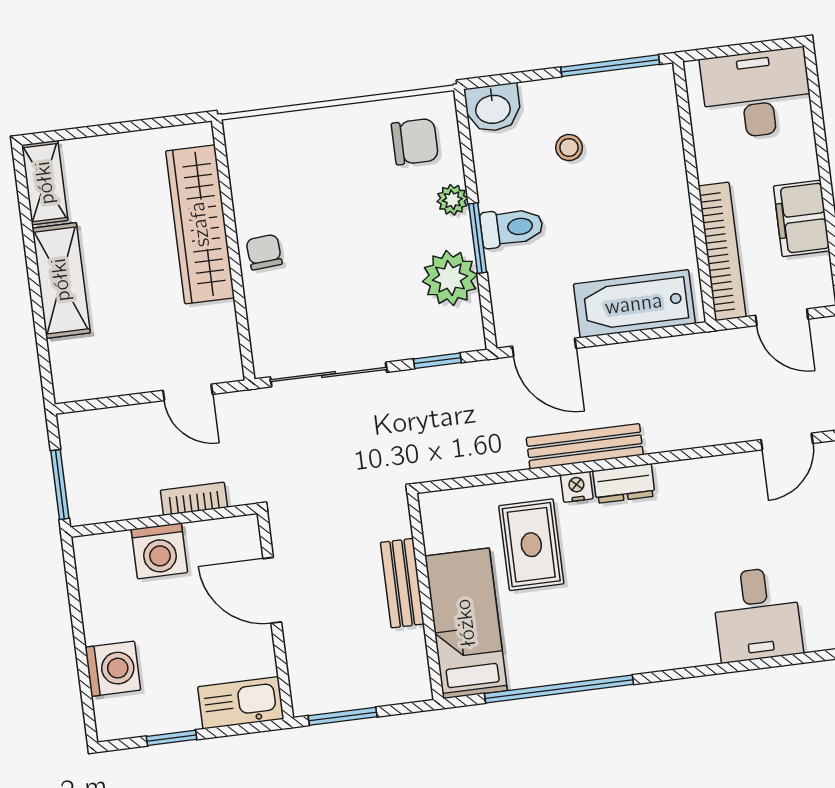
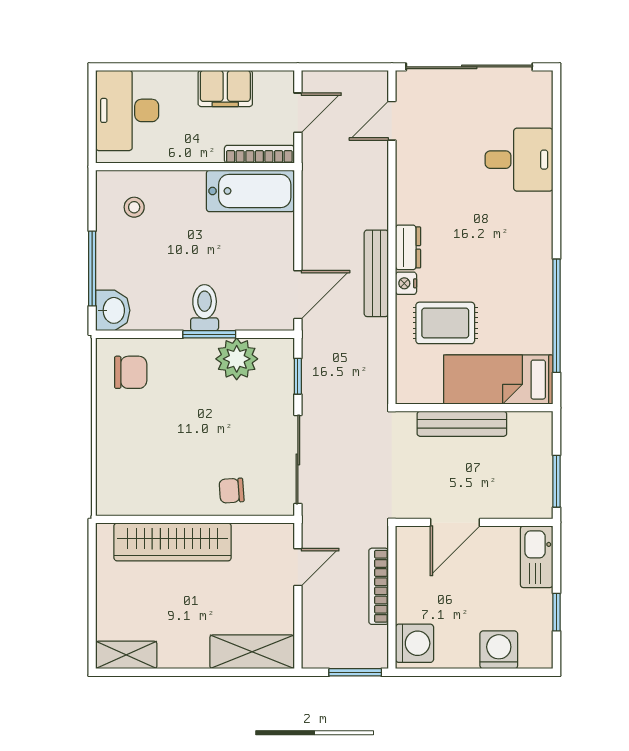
window: (610, 66) -> (92, 269), moved
chair: (415, 142) -> (131, 372), turned 90
stool: (569, 147) -> (134, 207), moved
plant: (452, 200) -> (178, 350), removed
bookcase: (722, 251) -> (259, 154), width x0.68, depth x0.76
chair: (264, 252) -> (232, 491), moved
shelving: (61, 280) -> (252, 652), moved
bathtub: (634, 304) -> (250, 191), moved, turned -90
door: (787, 442) -> (392, 121), swing flipped
bookcase: (194, 499) -> (379, 586), width x1.56
washing machine: (159, 551) -> (415, 643), moved
bench: (402, 583) -> (462, 424), width x1.36

